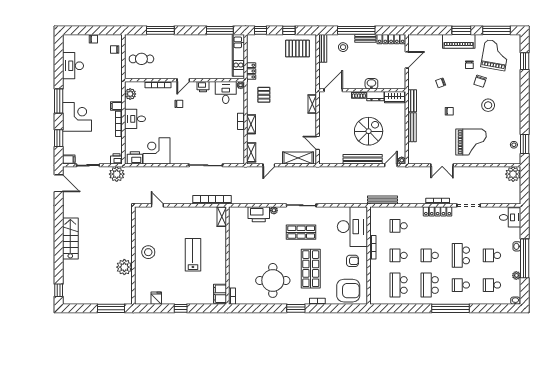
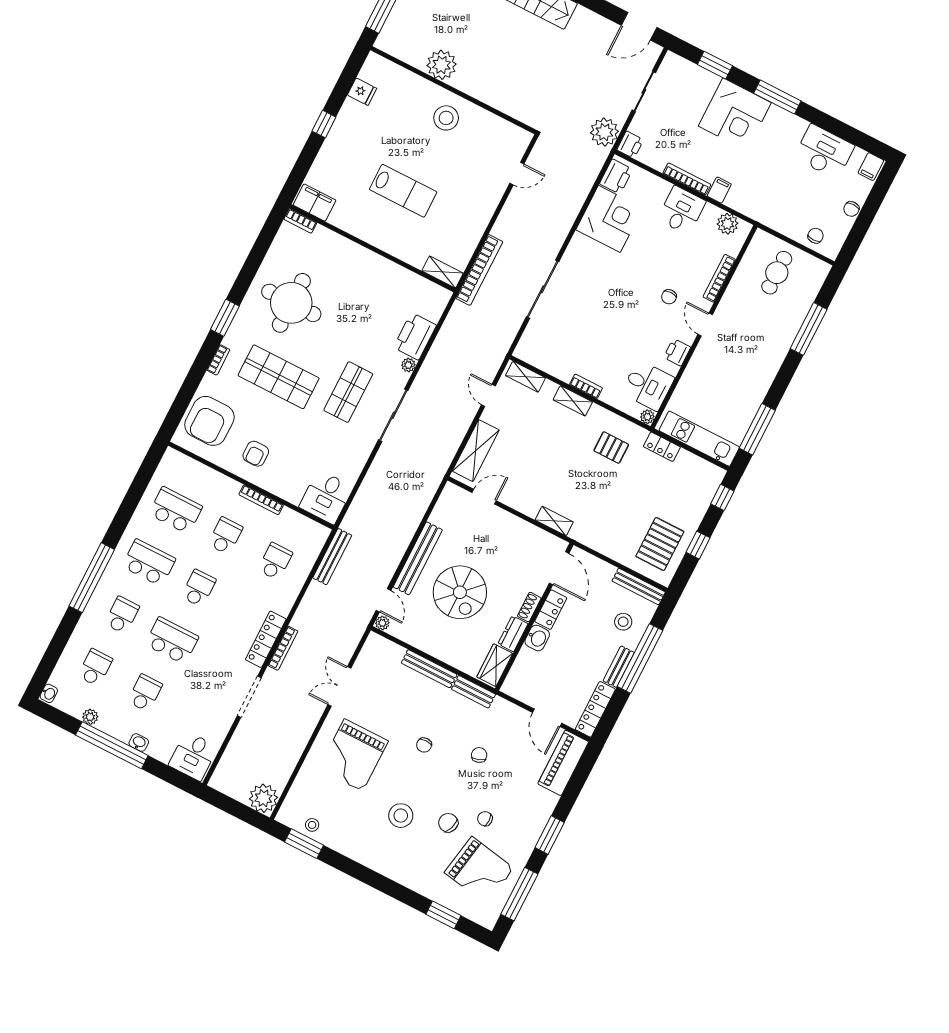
piano: (459, 41) -> (563, 763), moved
locker: (355, 84) -> (551, 610), added
filing cabinet: (69, 159) -> (871, 167), moved
desk: (352, 227) -> (326, 497), width x0.53, depth x0.77

